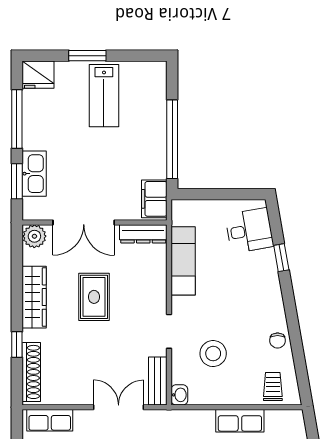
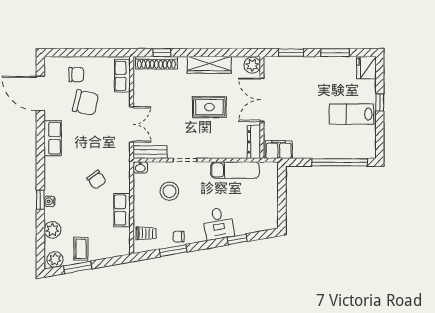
window: (87, 56) -> (380, 102), width x0.67
window: (17, 119) -> (335, 53), width x0.69
window: (172, 139) -> (339, 162), moved
kitchen sink: (34, 174) -> (296, 65), removed
desk: (249, 231) -> (218, 223), moved
window: (17, 344) -> (162, 53), moved
window: (297, 348) -> (173, 251), added

